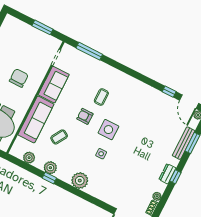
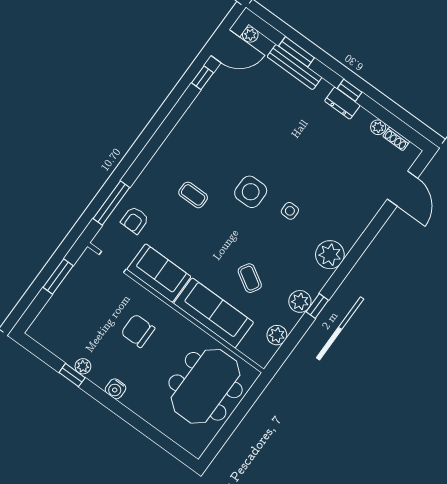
armchair: (85, 116) -> (135, 220), moved

